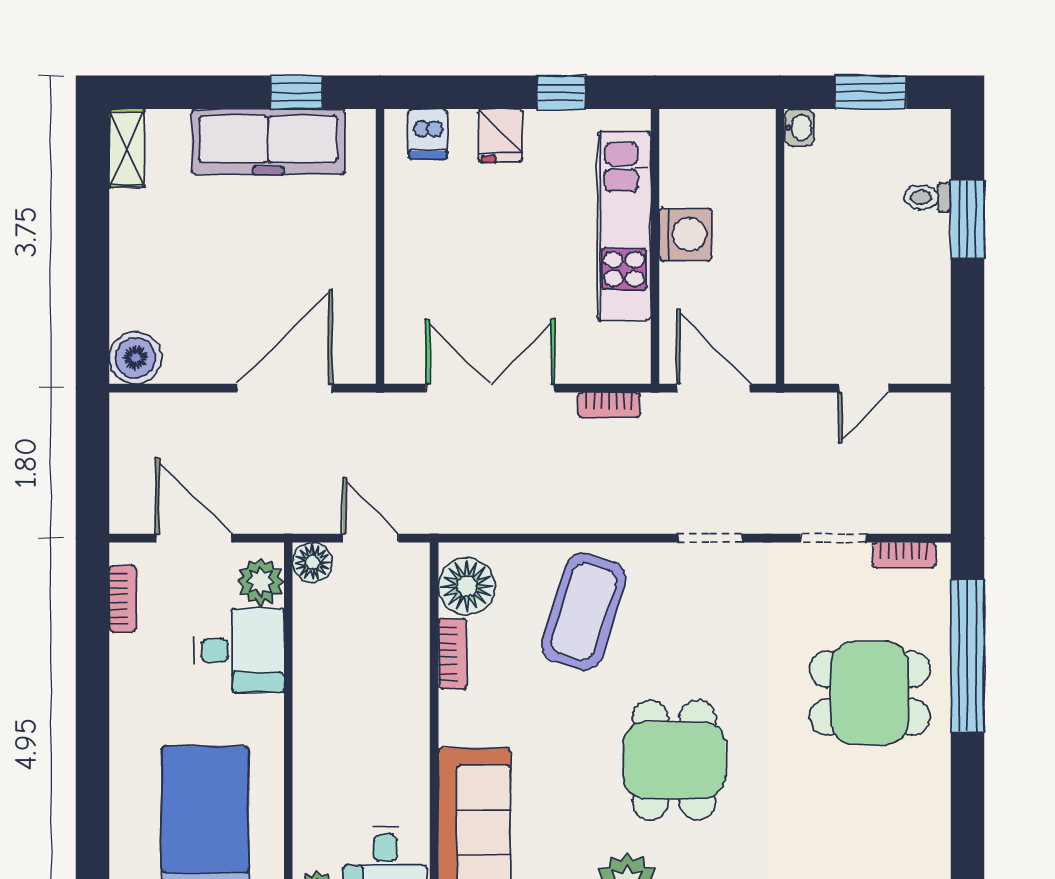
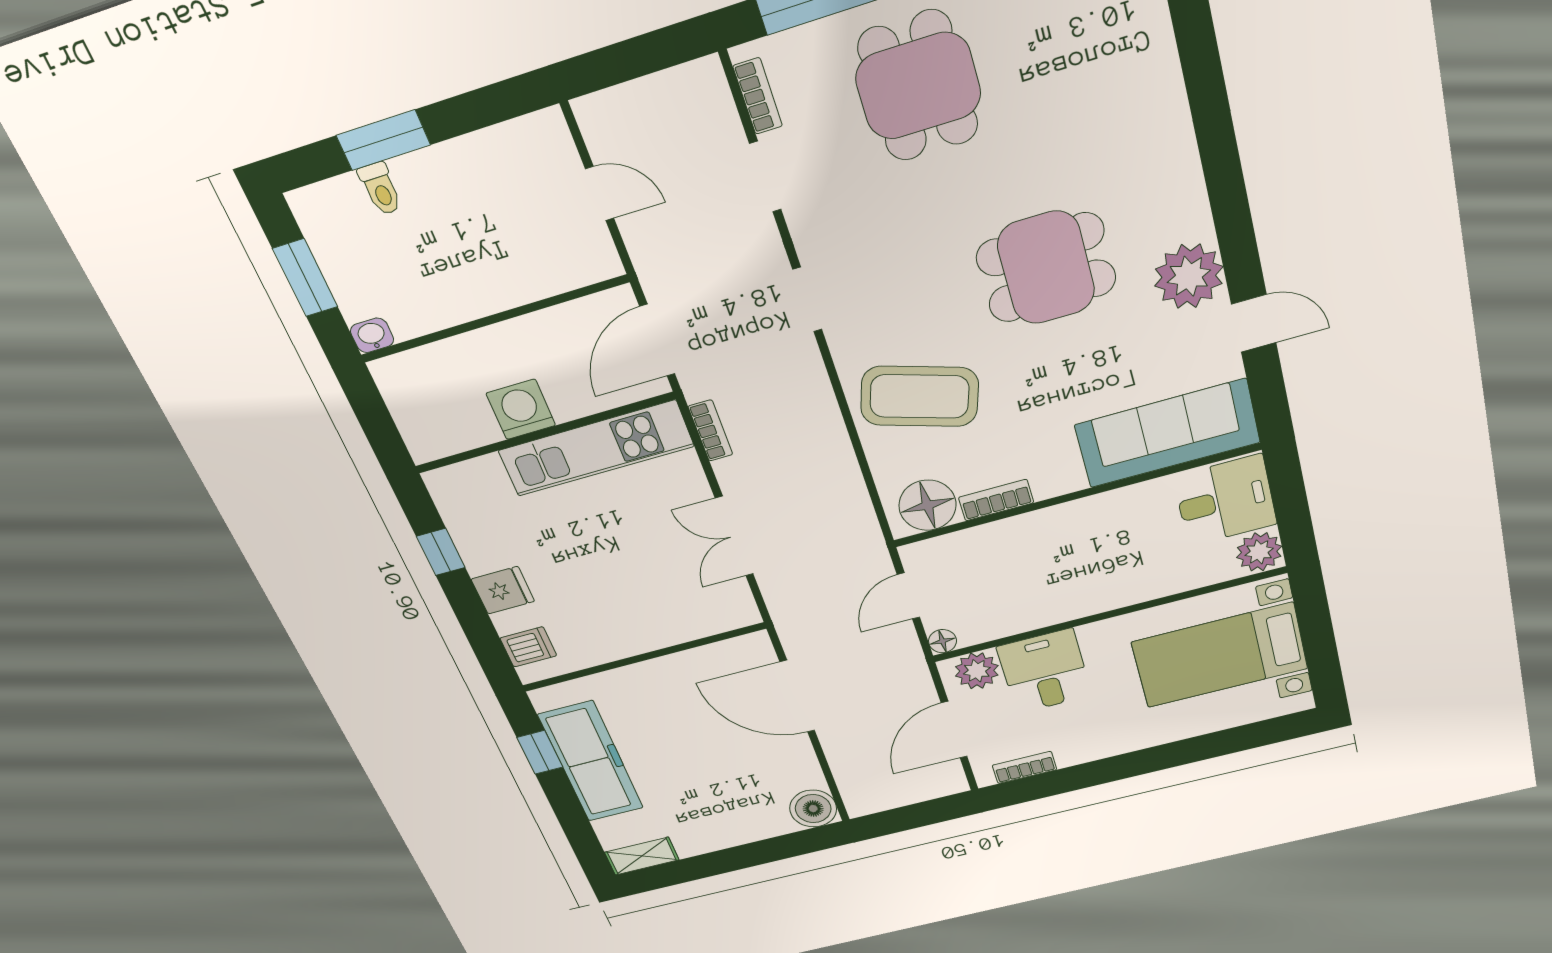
kitchen unit: (624, 226) -> (596, 448), moved
double door: (490, 388) -> (734, 536), width x0.73
floor lamp: (312, 562) -> (942, 641), width x0.73, depth x0.73

